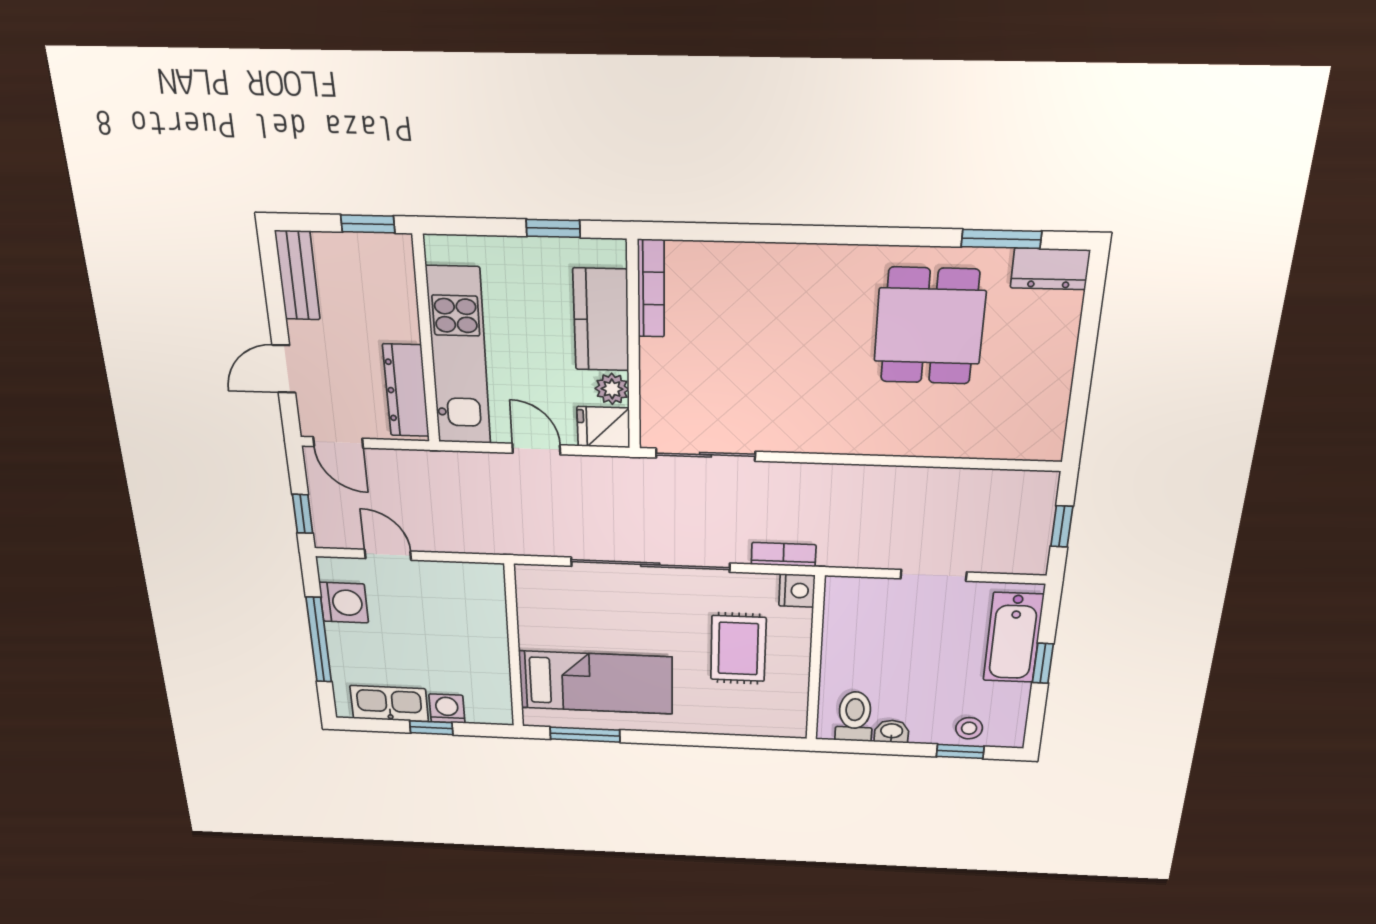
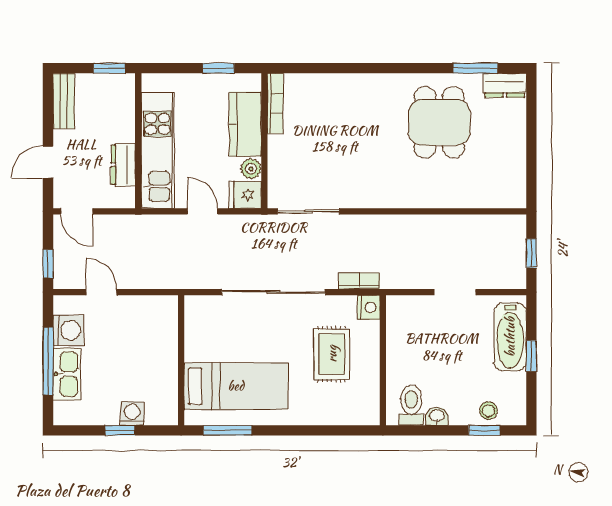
dresser: (406, 391) -> (123, 165), width x0.70
kitchen sink: (389, 704) -> (67, 374), moved, turned 90

